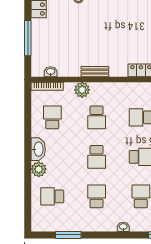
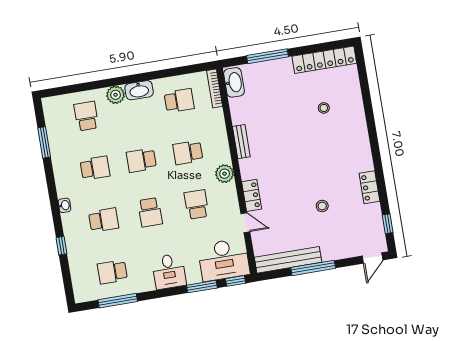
washbasin: (51, 72) -> (234, 82), width x1.91, depth x1.45
plant: (82, 90) -> (225, 174), moved

